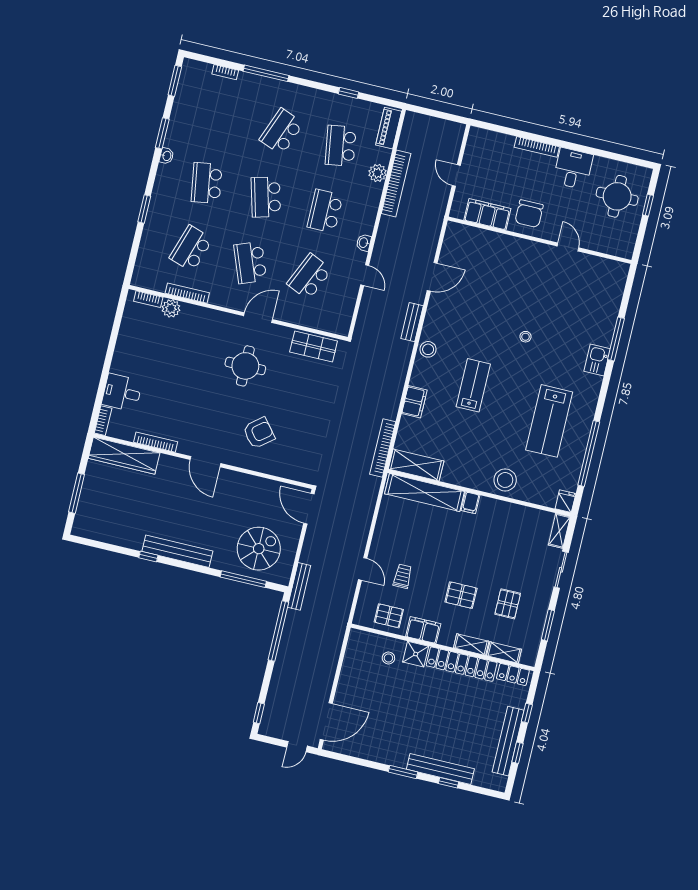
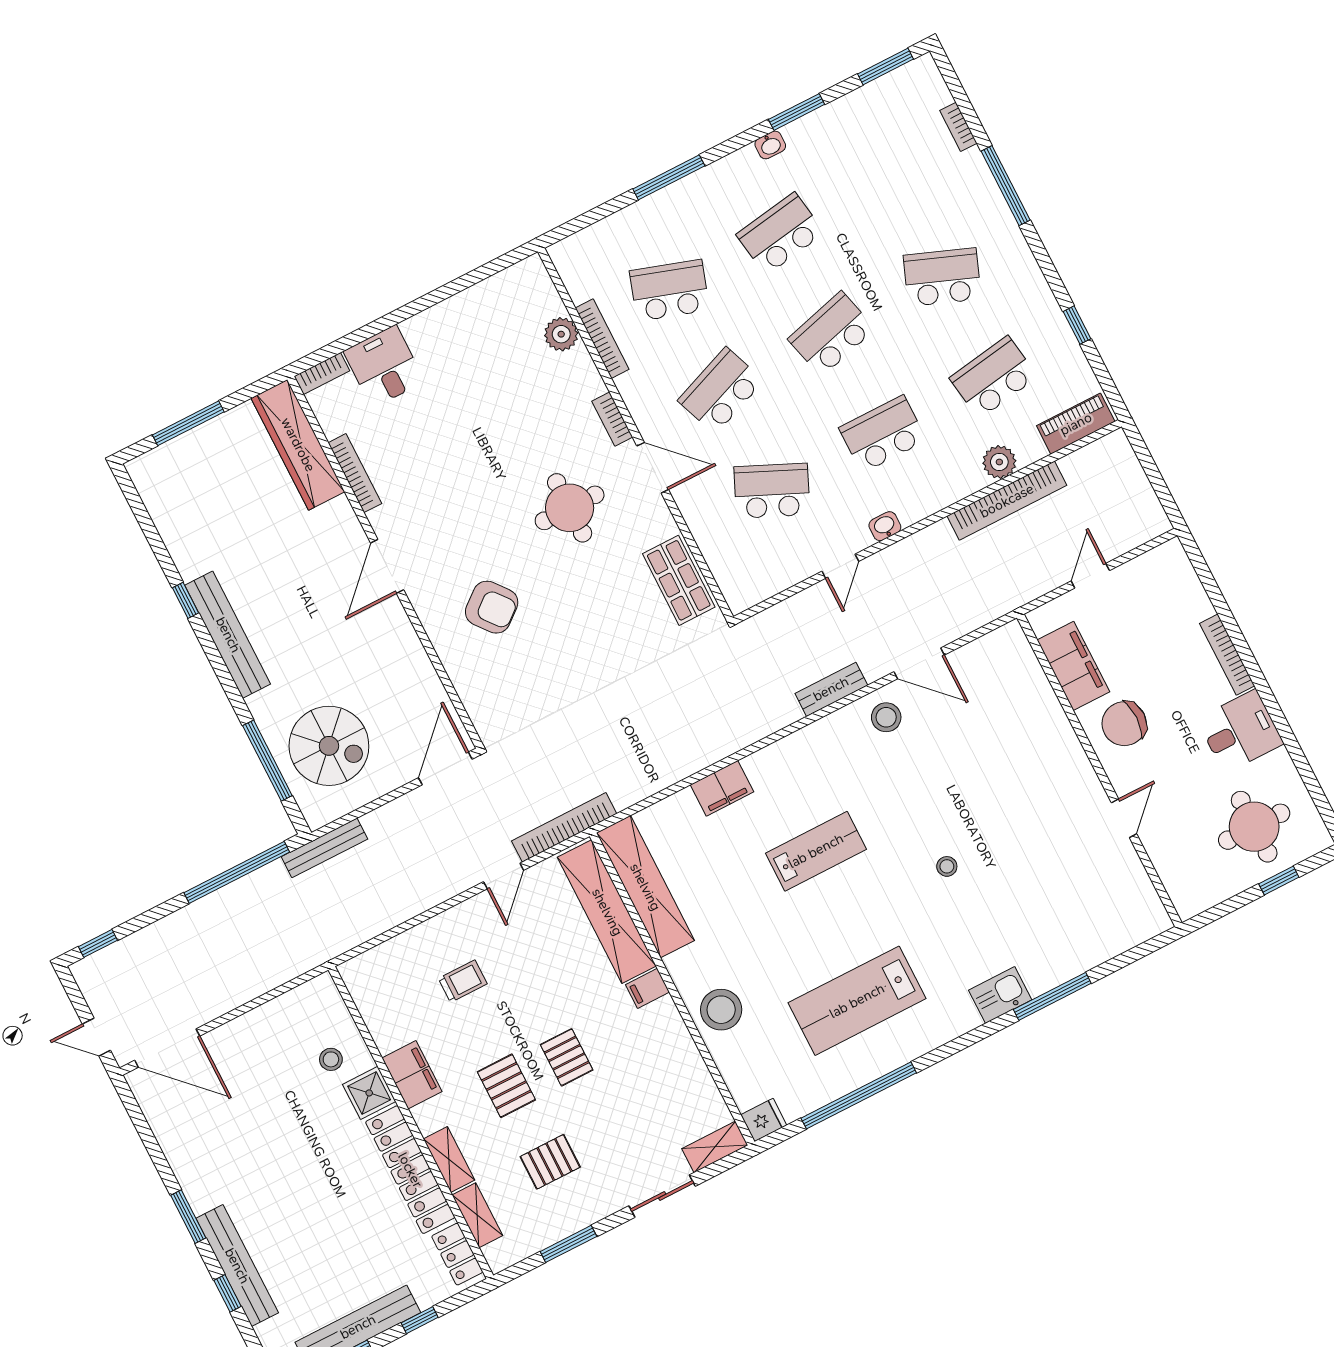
window: (144, 209) -> (669, 177), width x1.44
bookcase: (148, 299) -> (612, 419), moved
stool: (428, 349) -> (886, 717), moved
bookcase: (383, 448) -> (564, 827), moved
shelving: (416, 465) -> (645, 887), width x1.47
door: (363, 569) -> (504, 876), moved
pallet: (389, 616) -> (567, 1057), moved

